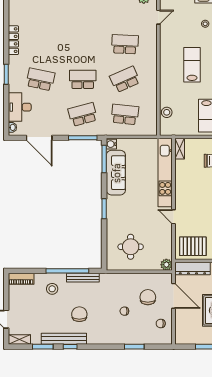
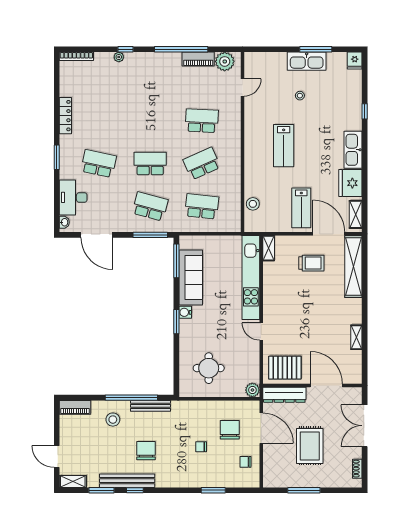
lab bench: (192, 65) -> (284, 146), turned 180
school desk: (83, 114) -> (150, 206), turned 30
water cooler: (111, 144) -> (185, 312), moved

